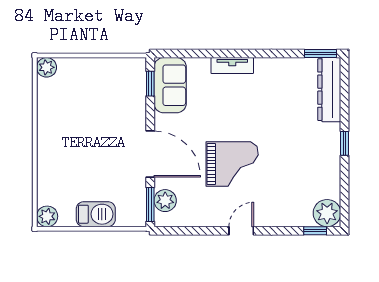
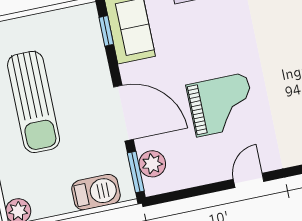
sun lounger: (78, 130) -> (34, 102), added
barbecue: (96, 214) -> (96, 192), moved

